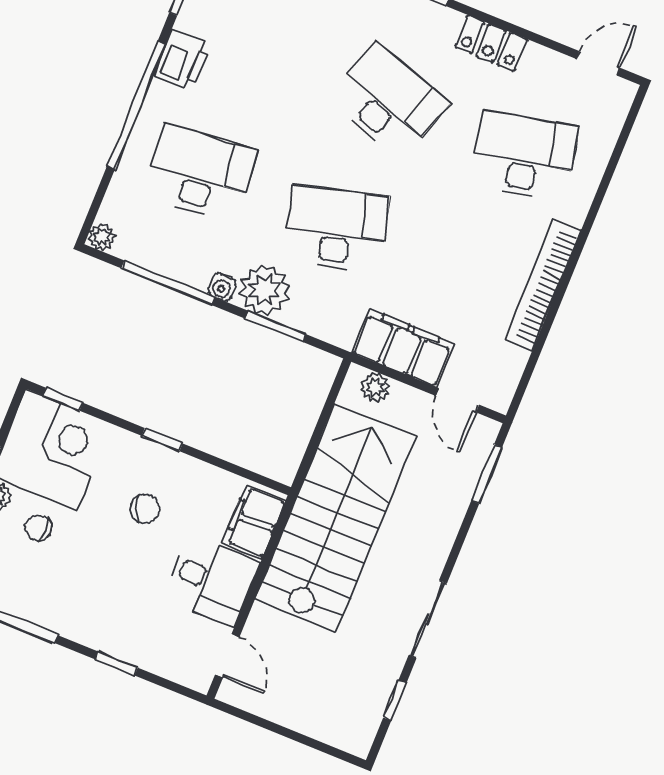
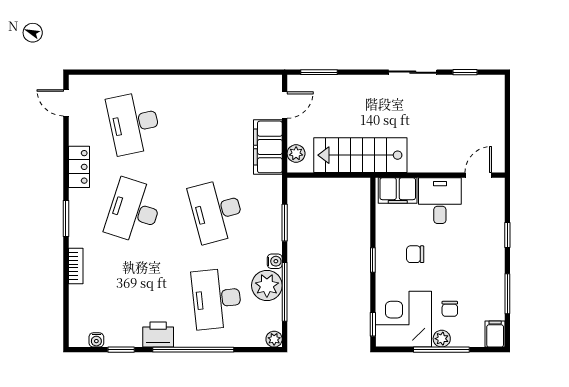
bookcase: (543, 285) -> (201, 84), removed
plant: (264, 290) -> (267, 285), moved
chair: (145, 509) -> (415, 254), turned -67
stairs: (335, 518) -> (360, 155), width x0.73, depth x0.66

